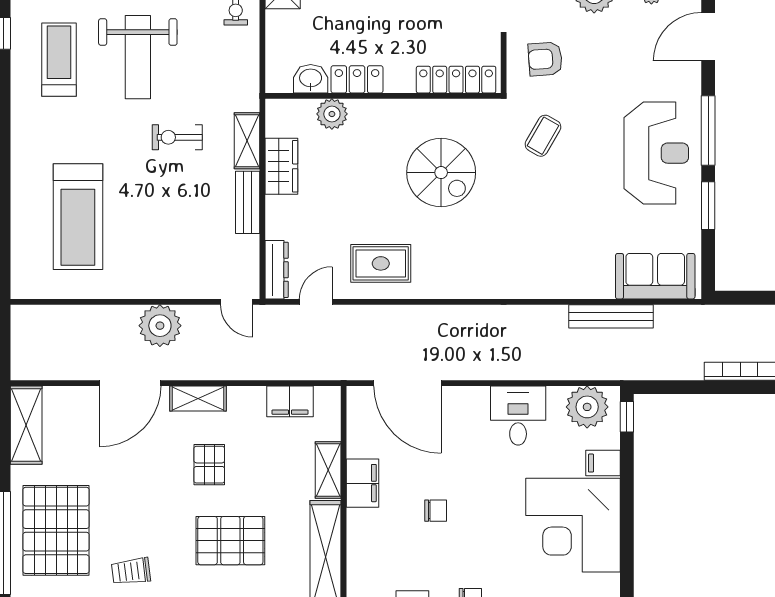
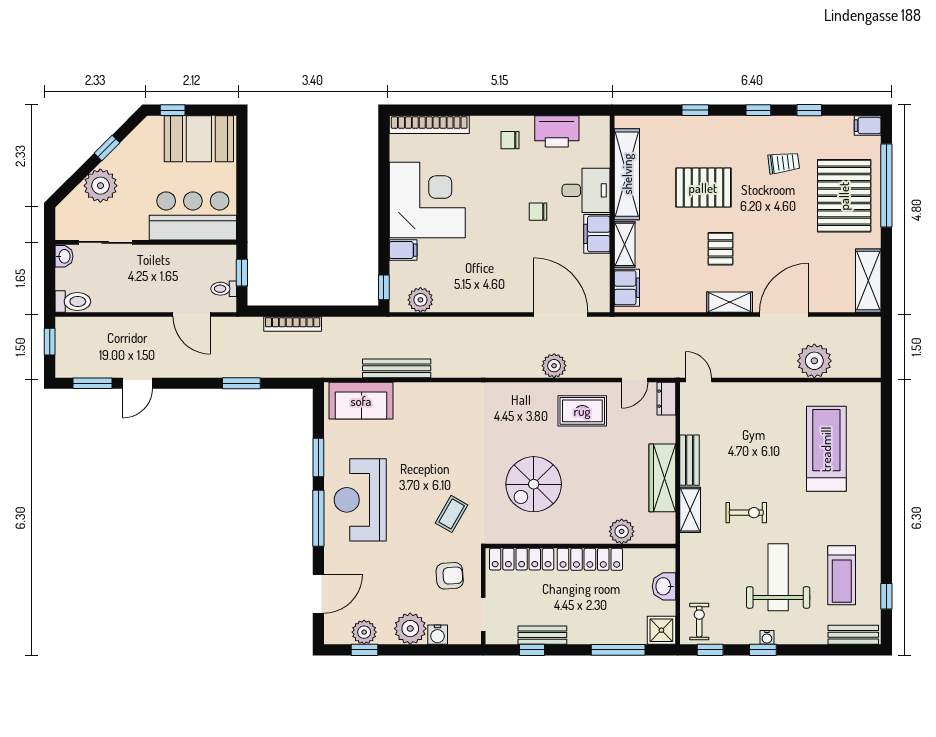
washbasin: (311, 79) -> (664, 586), moved, turned 90
locker: (357, 79) -> (590, 559), width x1.53
wardrobe: (281, 166) -> (662, 478), width x1.50
spiral stairs: (441, 173) -> (534, 484), turned -90
dresser: (277, 270) -> (666, 399), width x0.70
plant: (416, 320) -> (554, 366), added
plant: (160, 326) -> (814, 361), moved
filing cabinet: (290, 401) -> (627, 288), moved, turned 90
plant: (587, 407) -> (420, 300), width x0.73, depth x0.73
desk: (518, 416) -> (586, 190), moved, turned -90

